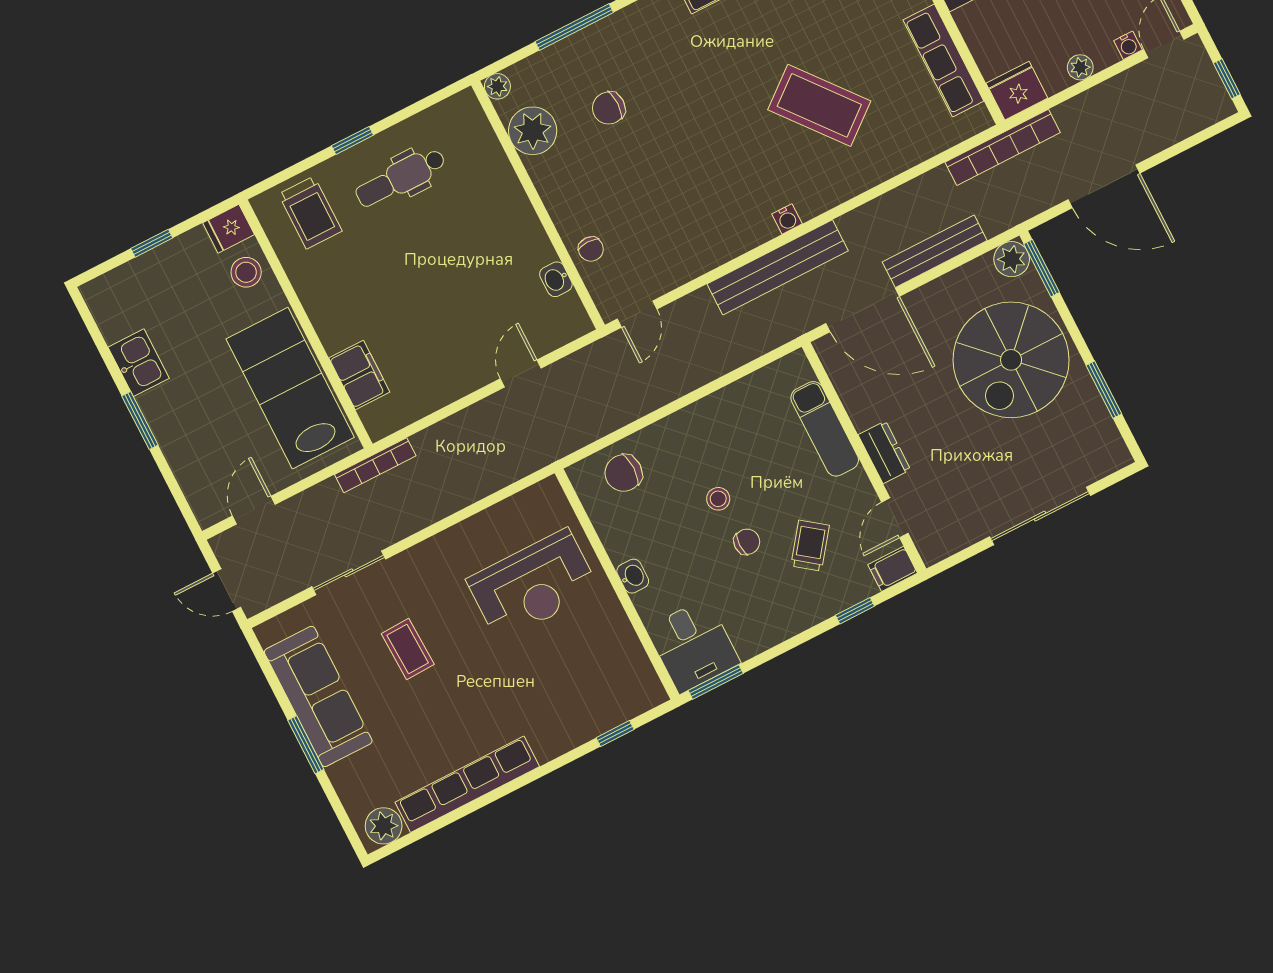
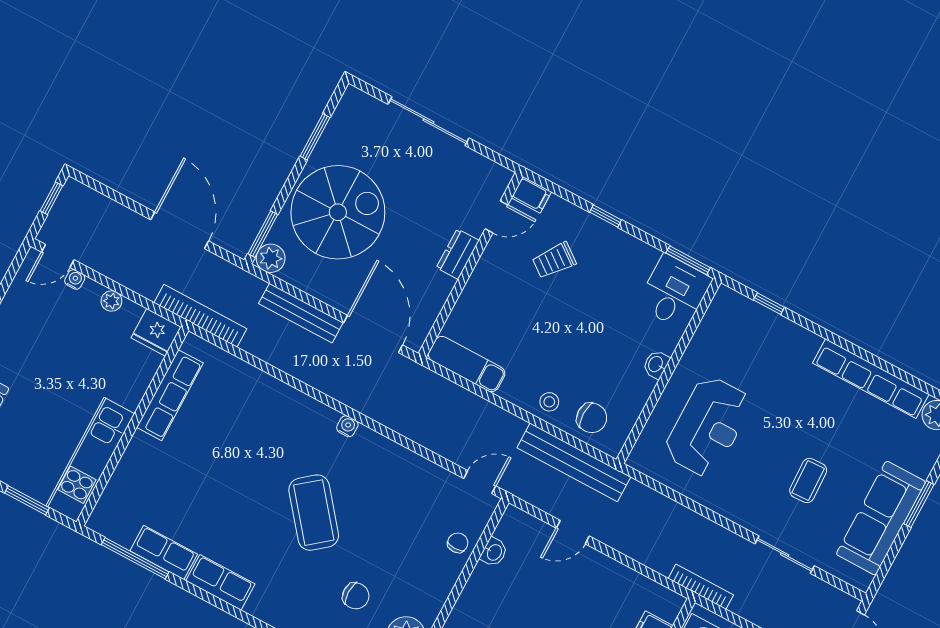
coffee table: (819, 105) -> (314, 513), moved
bench: (778, 267) -> (574, 462), moved
exam couch: (825, 429) -> (467, 364), moved, turned -90
stool: (718, 499) -> (549, 402), moved
chair: (747, 542) -> (581, 304), removed
reception desk: (533, 585) -> (708, 427), turned 90
window: (855, 611) -> (605, 216), moved

